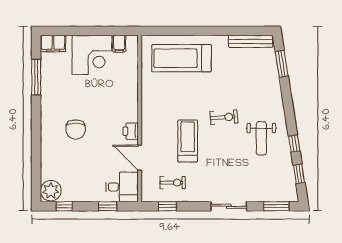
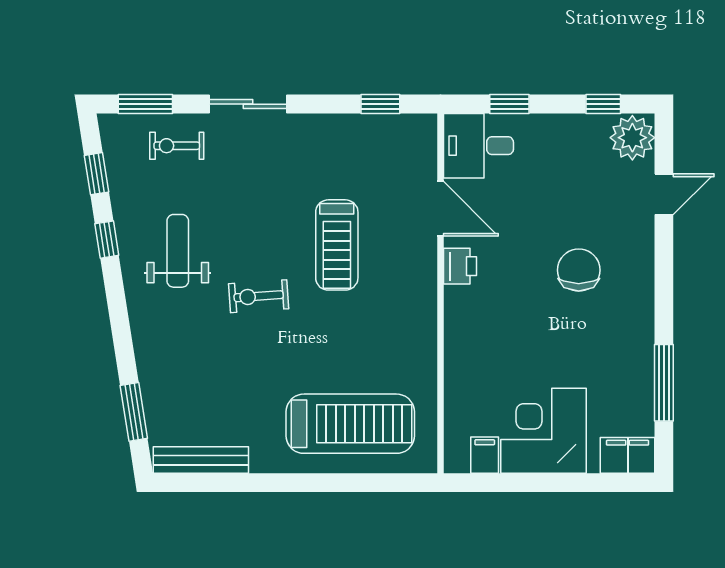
door: (36, 164) -> (664, 194), added
exercise bike: (173, 183) -> (177, 146), moved

